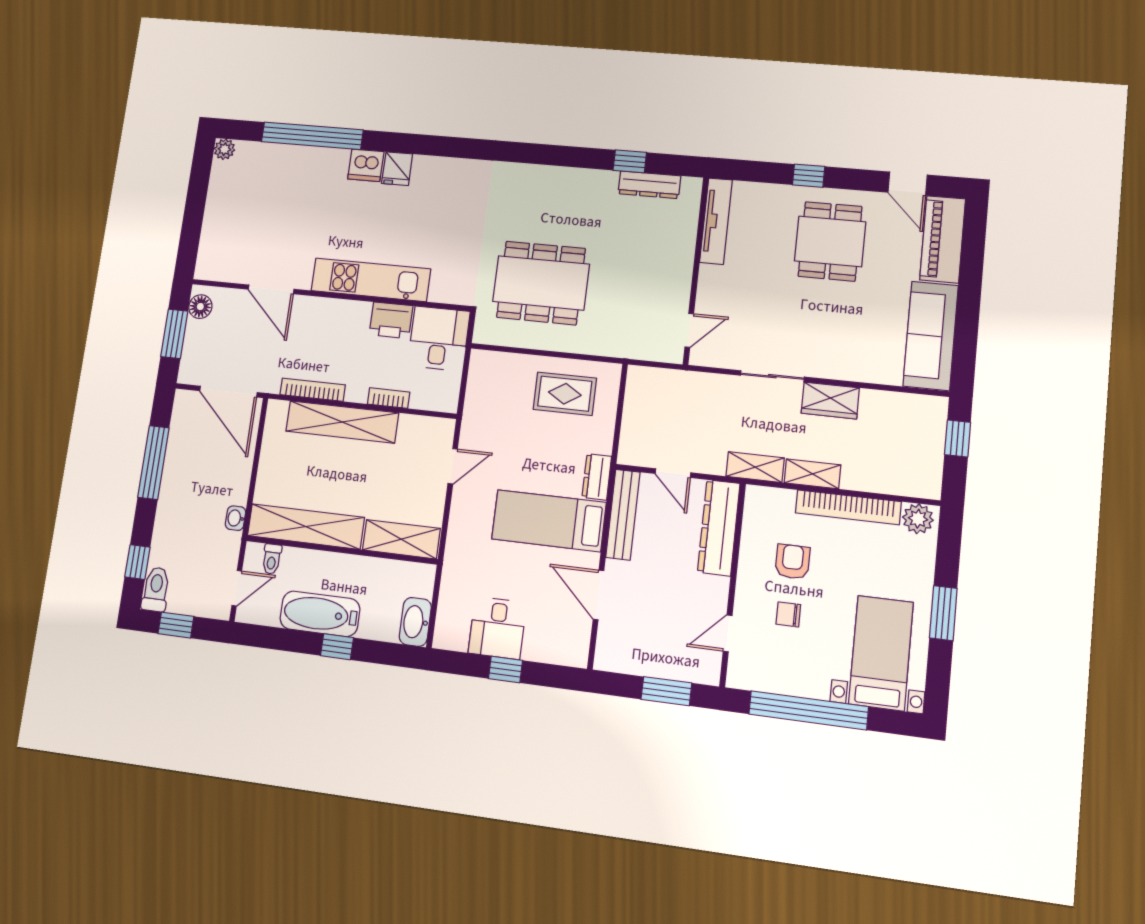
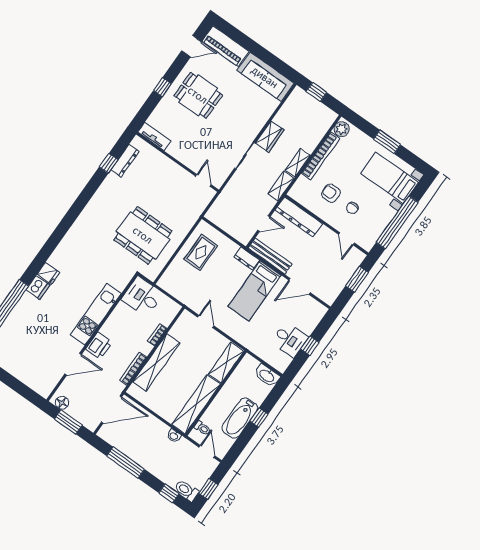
tv unit: (716, 221) -> (154, 136), width x0.71
dining table: (541, 283) -> (143, 235), turned 90
printer: (391, 320) -> (99, 345), moved

